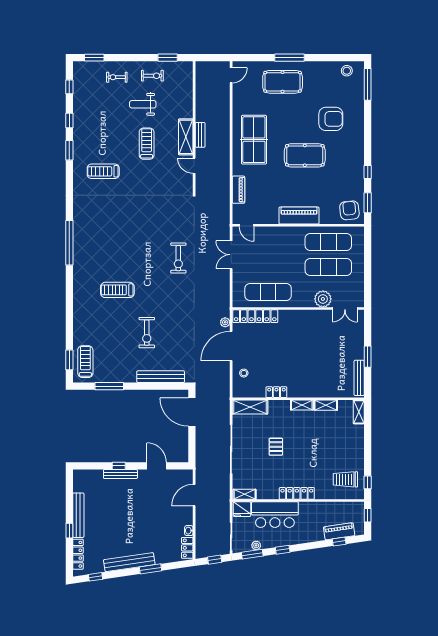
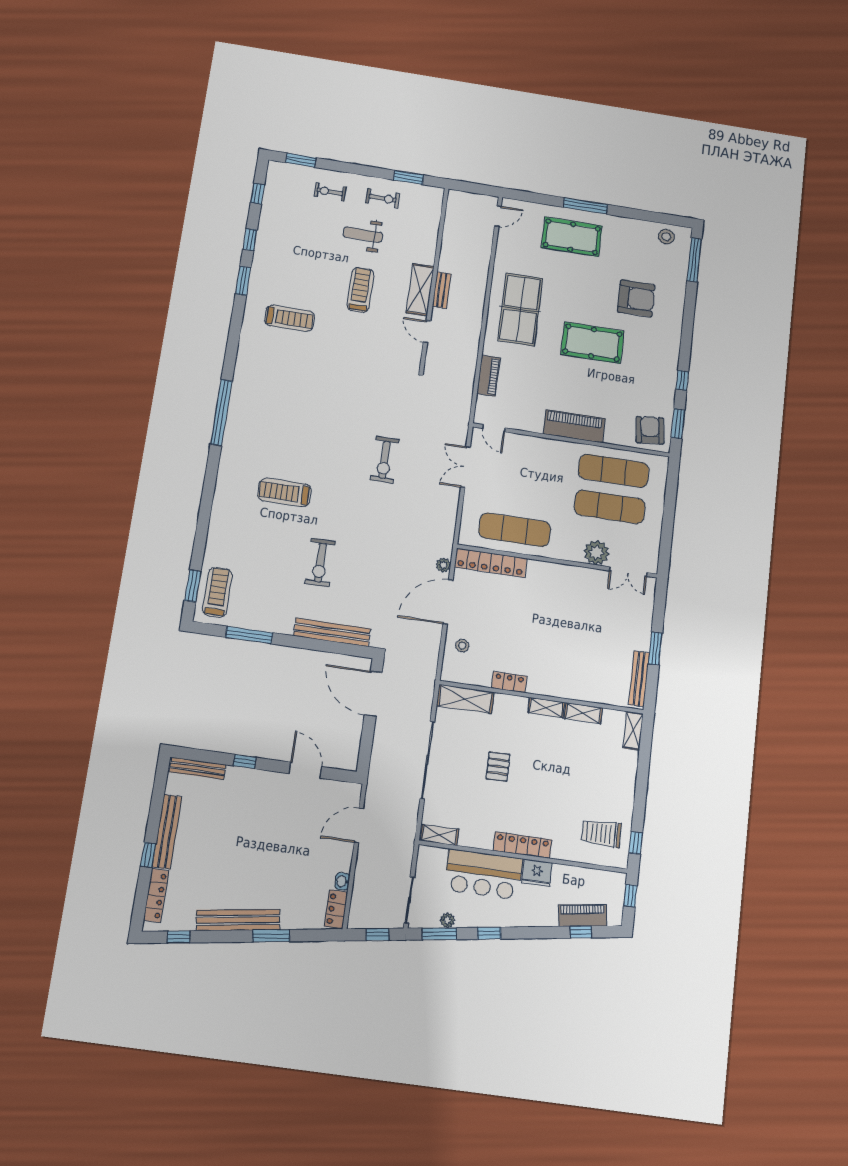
treadmill: (103, 171) -> (289, 318), turned 180
bench: (120, 474) -> (198, 768), moved
fridge: (242, 509) -> (537, 873), moved

